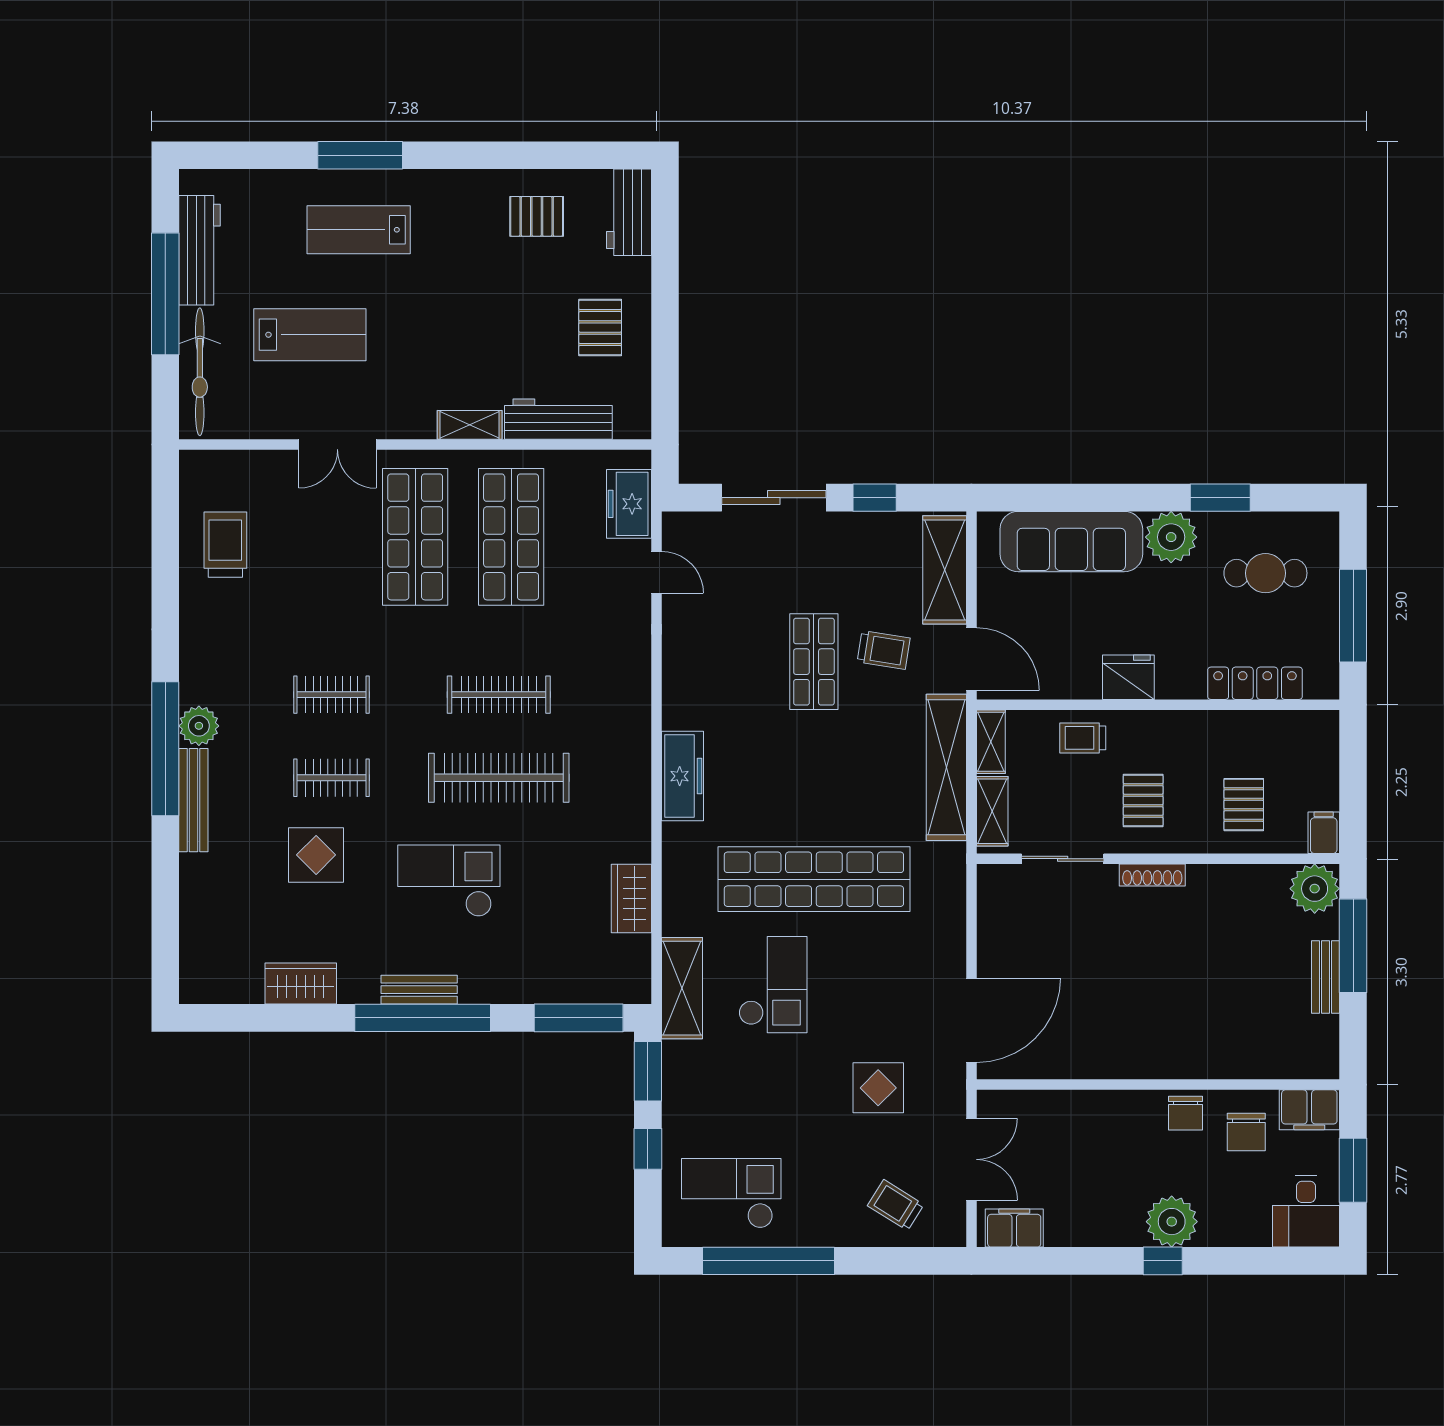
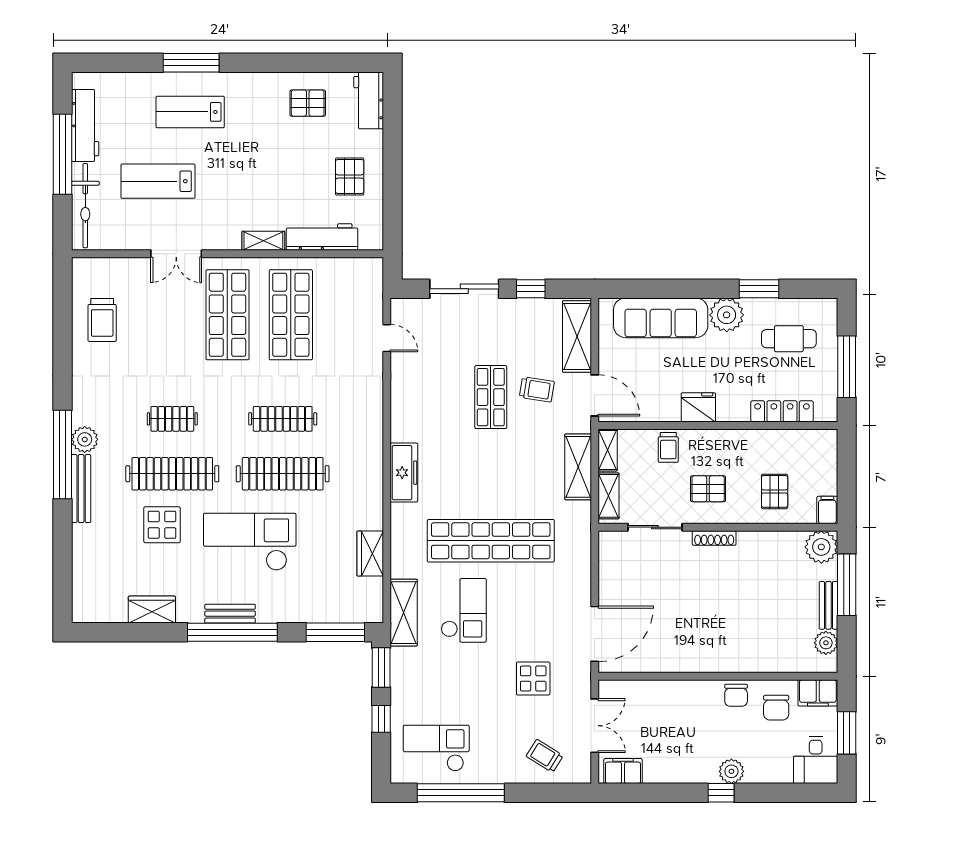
lab bench: (310, 335) -> (158, 181), turned 180
freezer: (629, 504) -> (369, 293), removed
trolley: (225, 545) -> (102, 320), turned 180
trolley: (1083, 738) -> (668, 447), turned -90
shelving: (946, 767) -> (578, 467), width x0.68
clothes rail: (332, 778) -> (172, 474), width x1.86, depth x1.31
pallet: (1143, 800) -> (708, 489), turned 90
checkout: (449, 881) -> (250, 542), width x1.36, depth x1.21
plant: (1322, 1034) -> (826, 643), added
plant: (1172, 1222) -> (731, 771), width x0.73, depth x0.73

